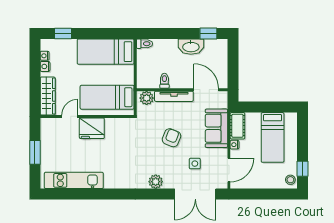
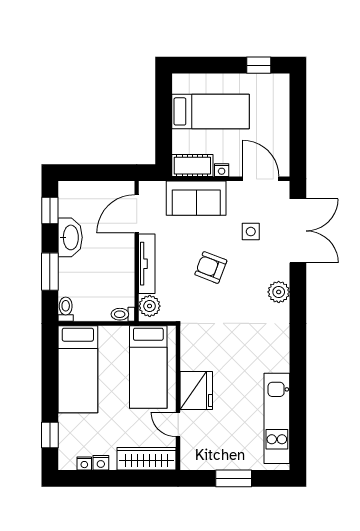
window: (169, 34) -> (50, 272), added
toilet: (164, 81) -> (123, 314), moved
stool: (290, 180) -> (276, 84), removed

